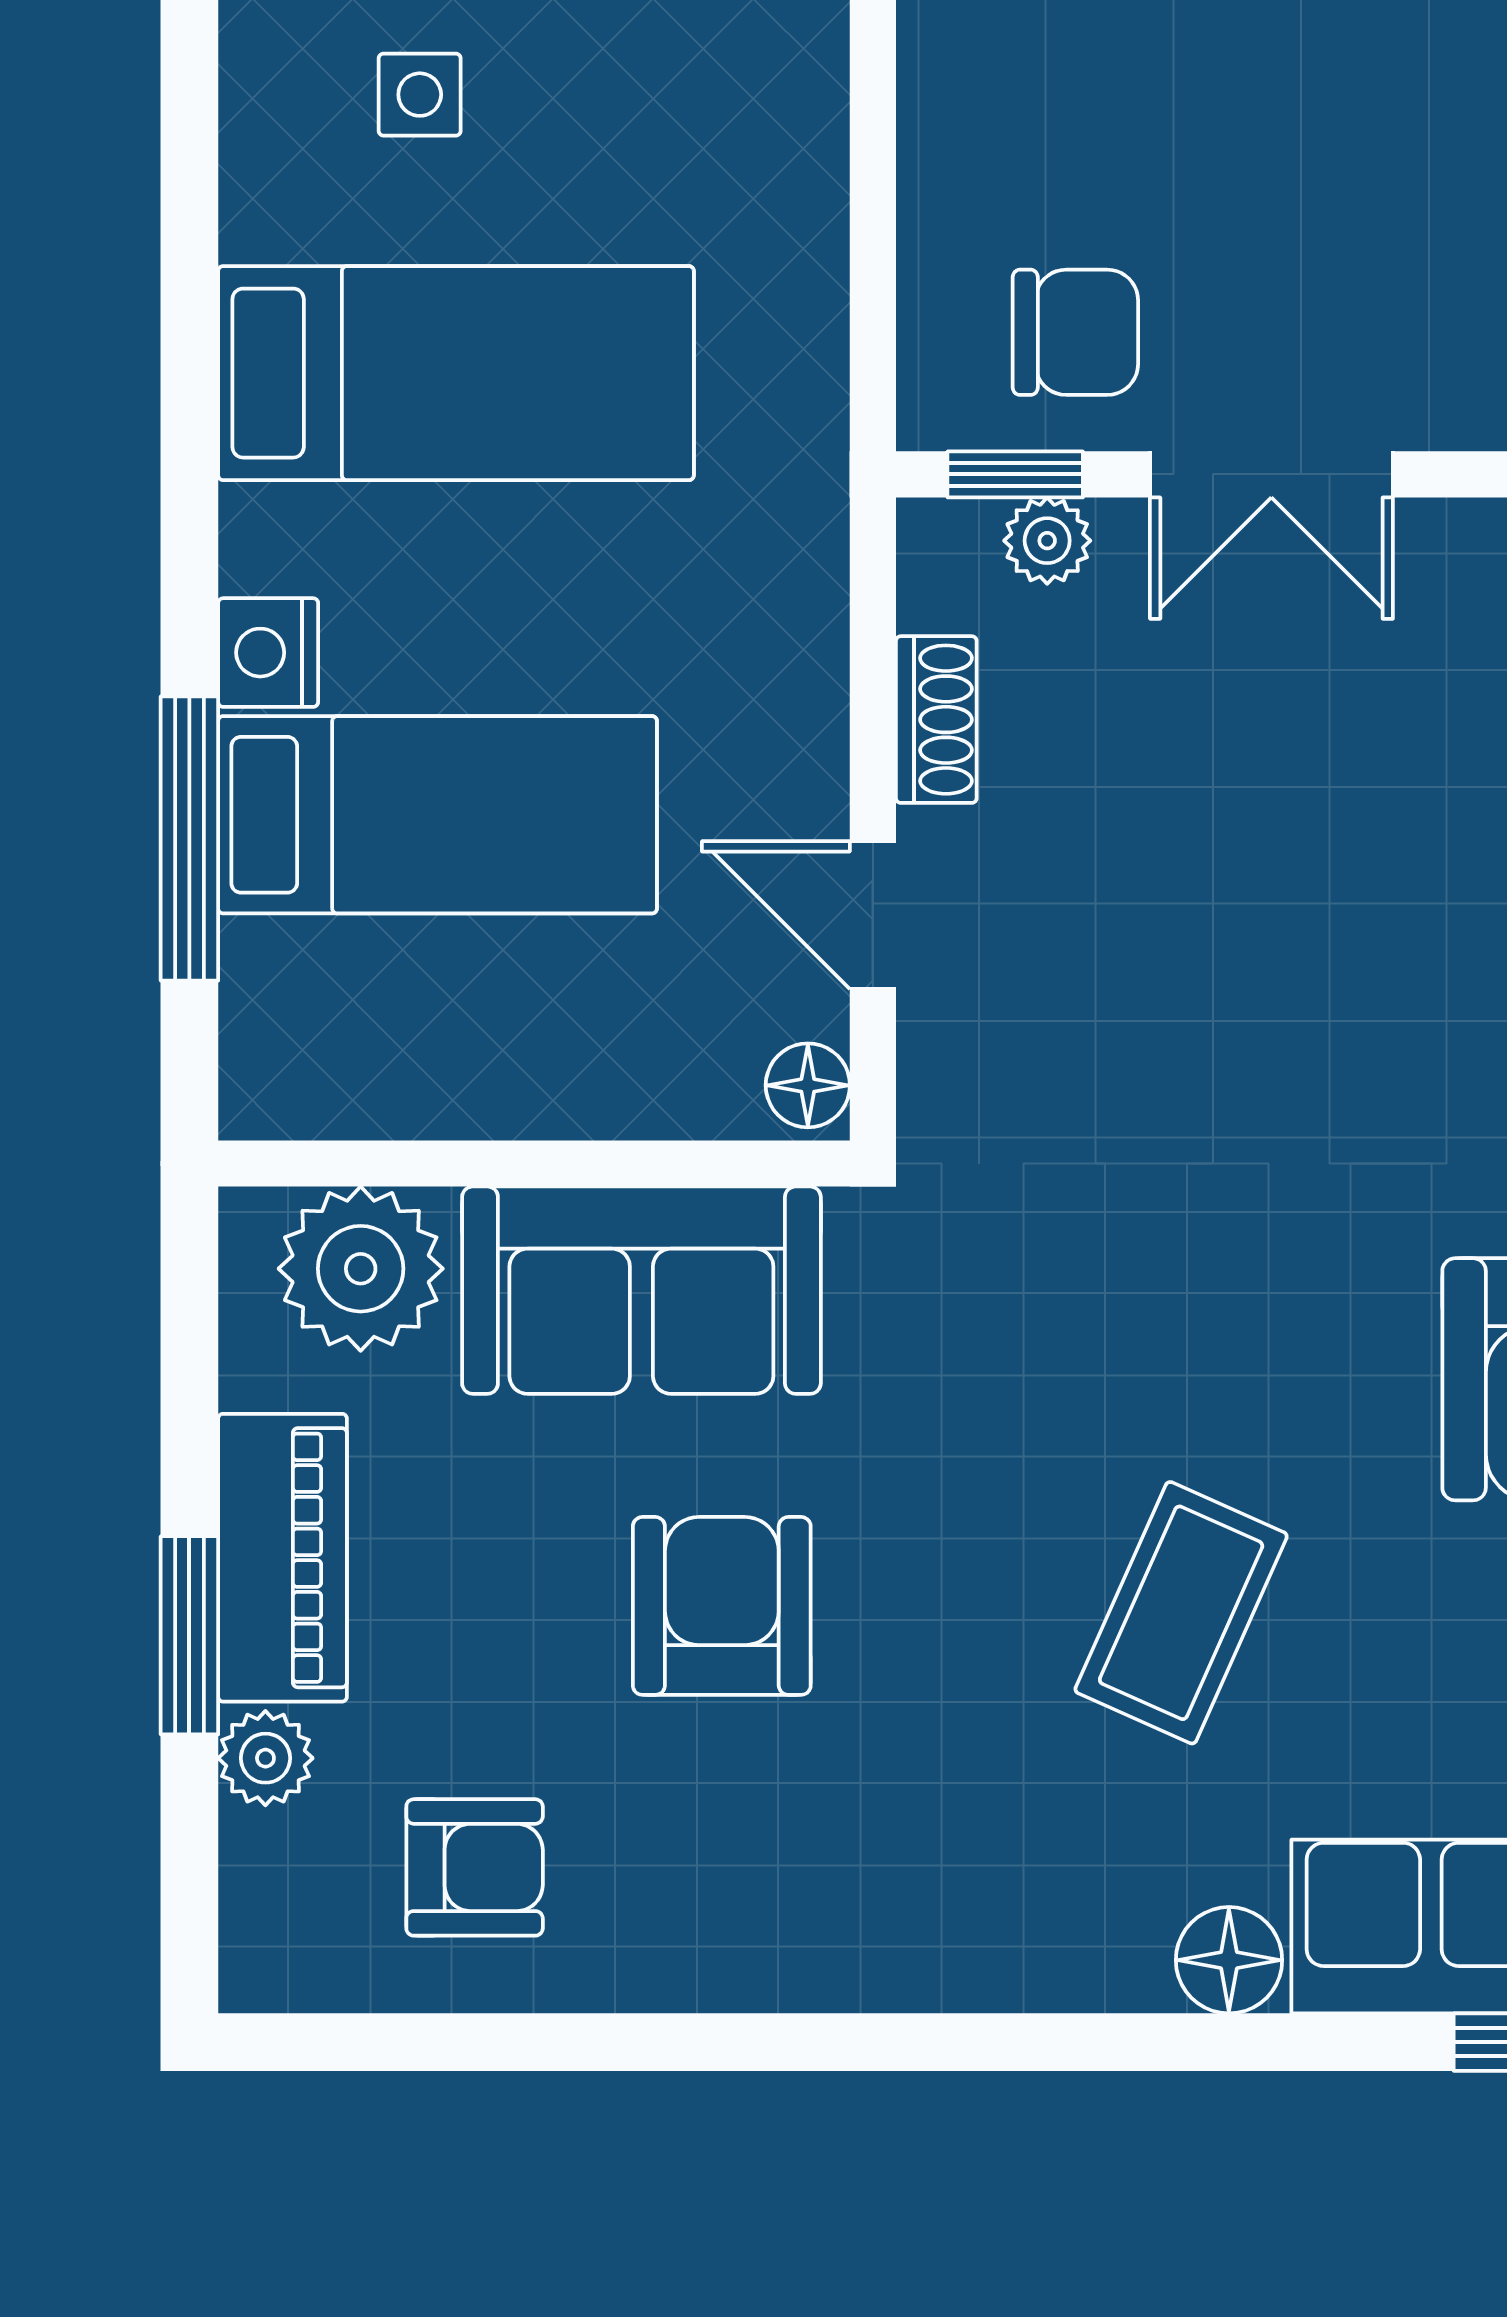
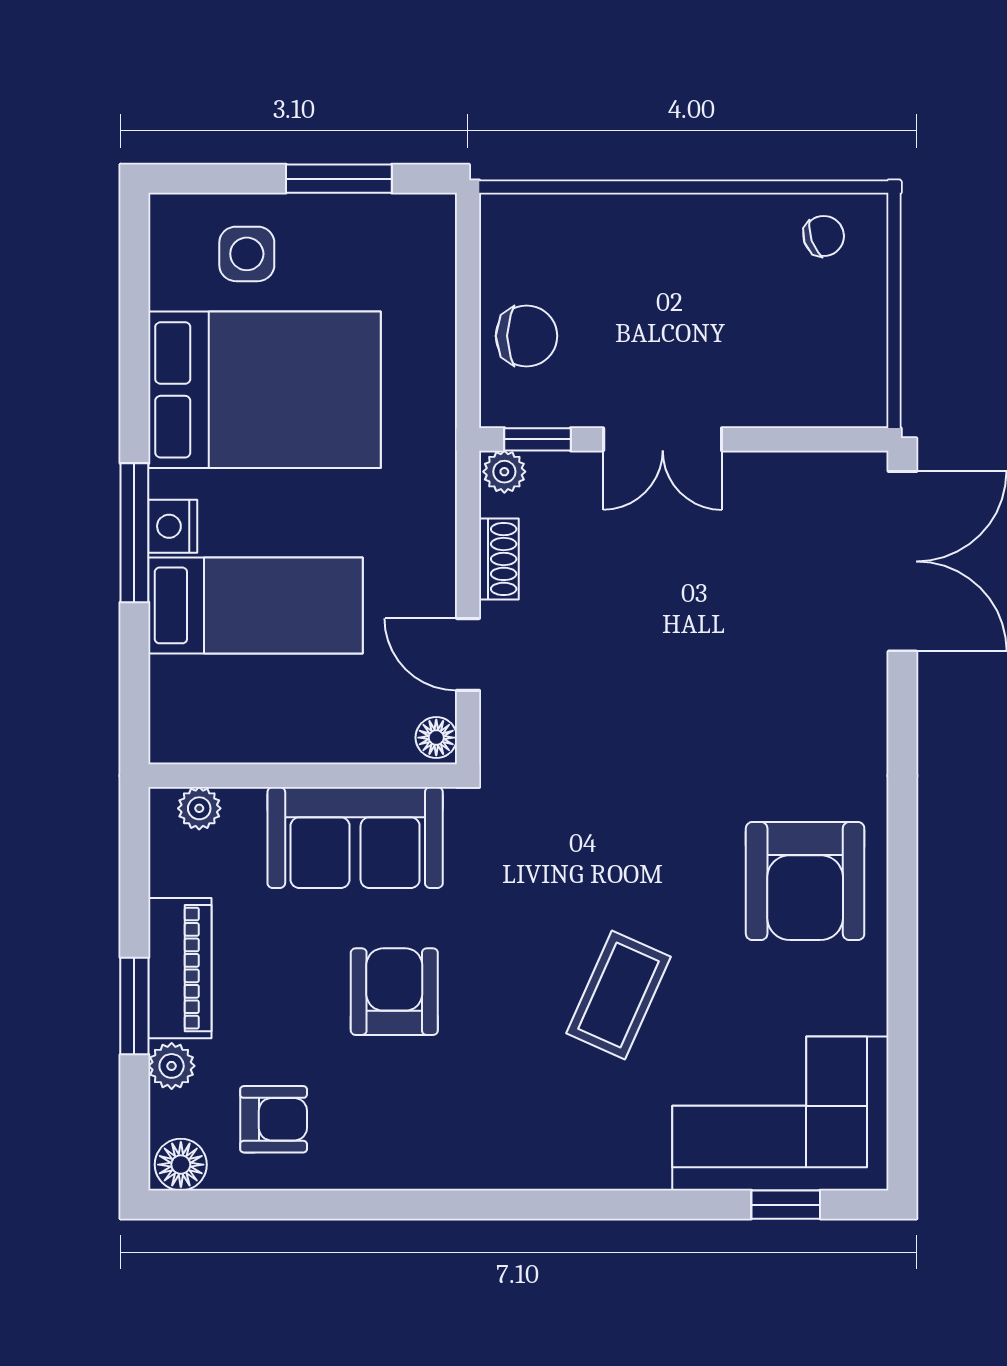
side table: (420, 95) -> (247, 254), width x1.37, depth x1.37
chair: (1075, 332) -> (527, 336), moved
bed: (456, 373) -> (265, 390), width x1.50
plant: (1047, 541) -> (504, 472), moved
window: (189, 839) -> (134, 533), moved
plant: (361, 1269) -> (199, 808), width x0.53, depth x0.53
floor lamp: (1229, 1960) -> (181, 1165), moved

